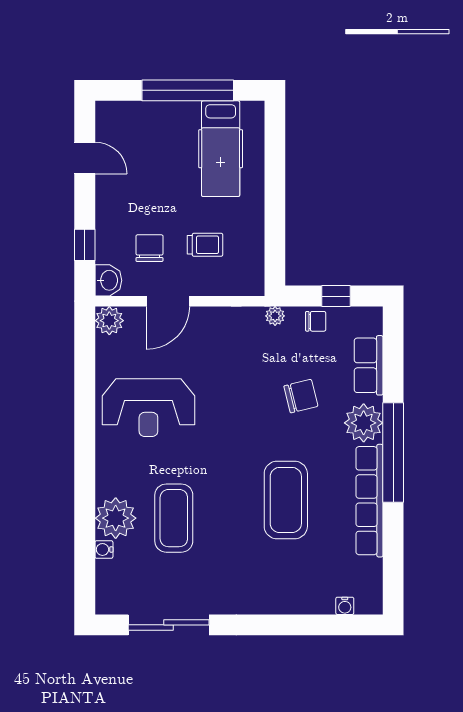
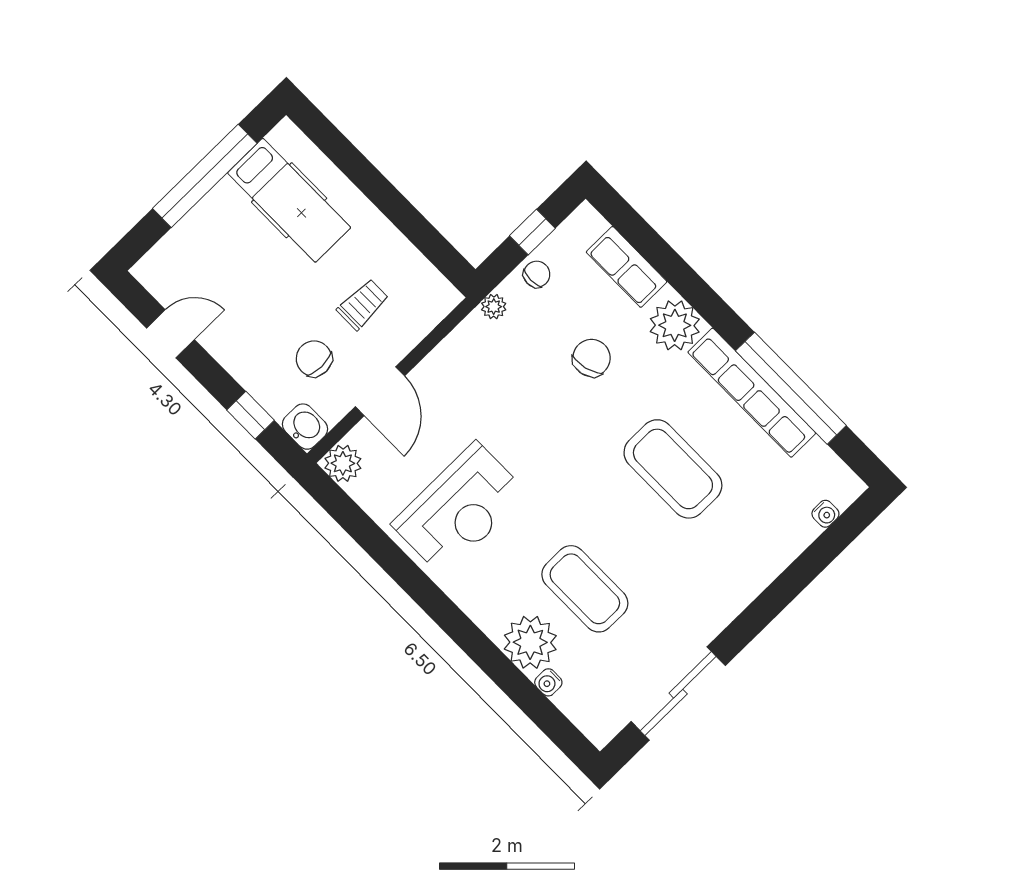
window: (393, 452) -> (791, 388), moved

